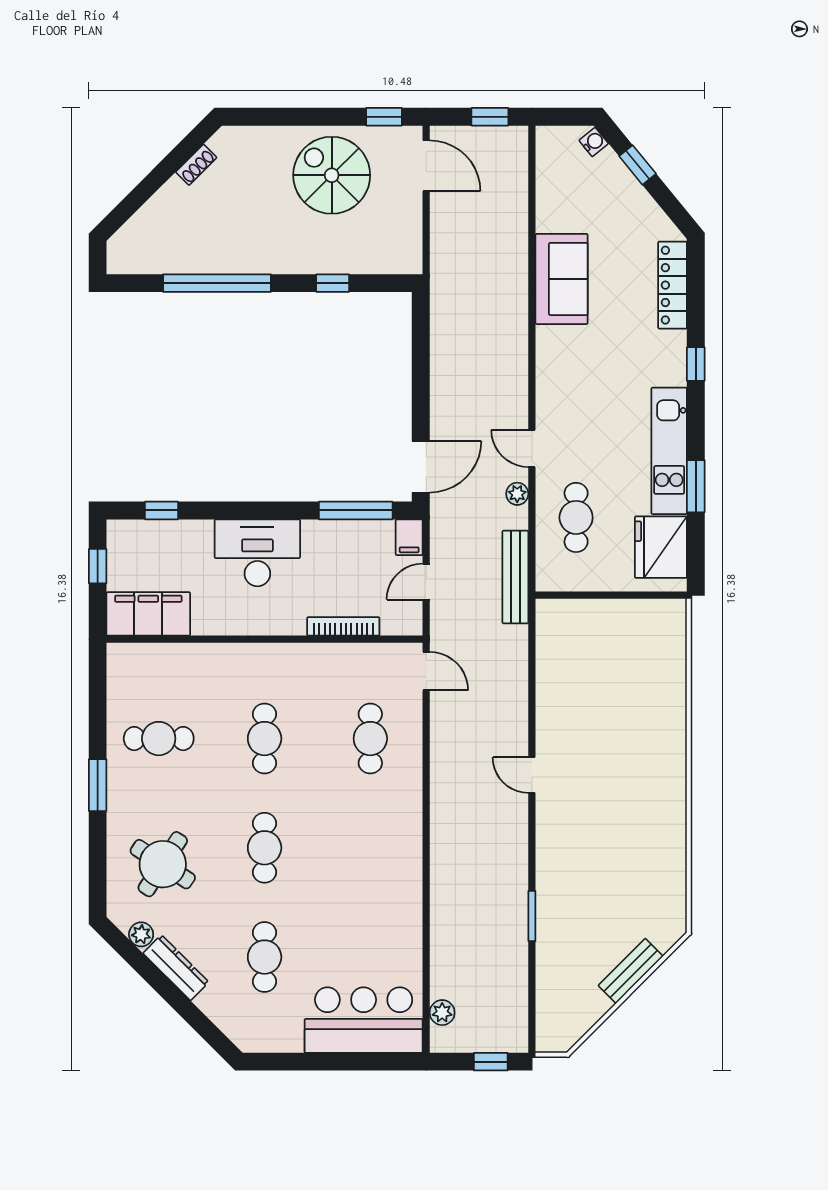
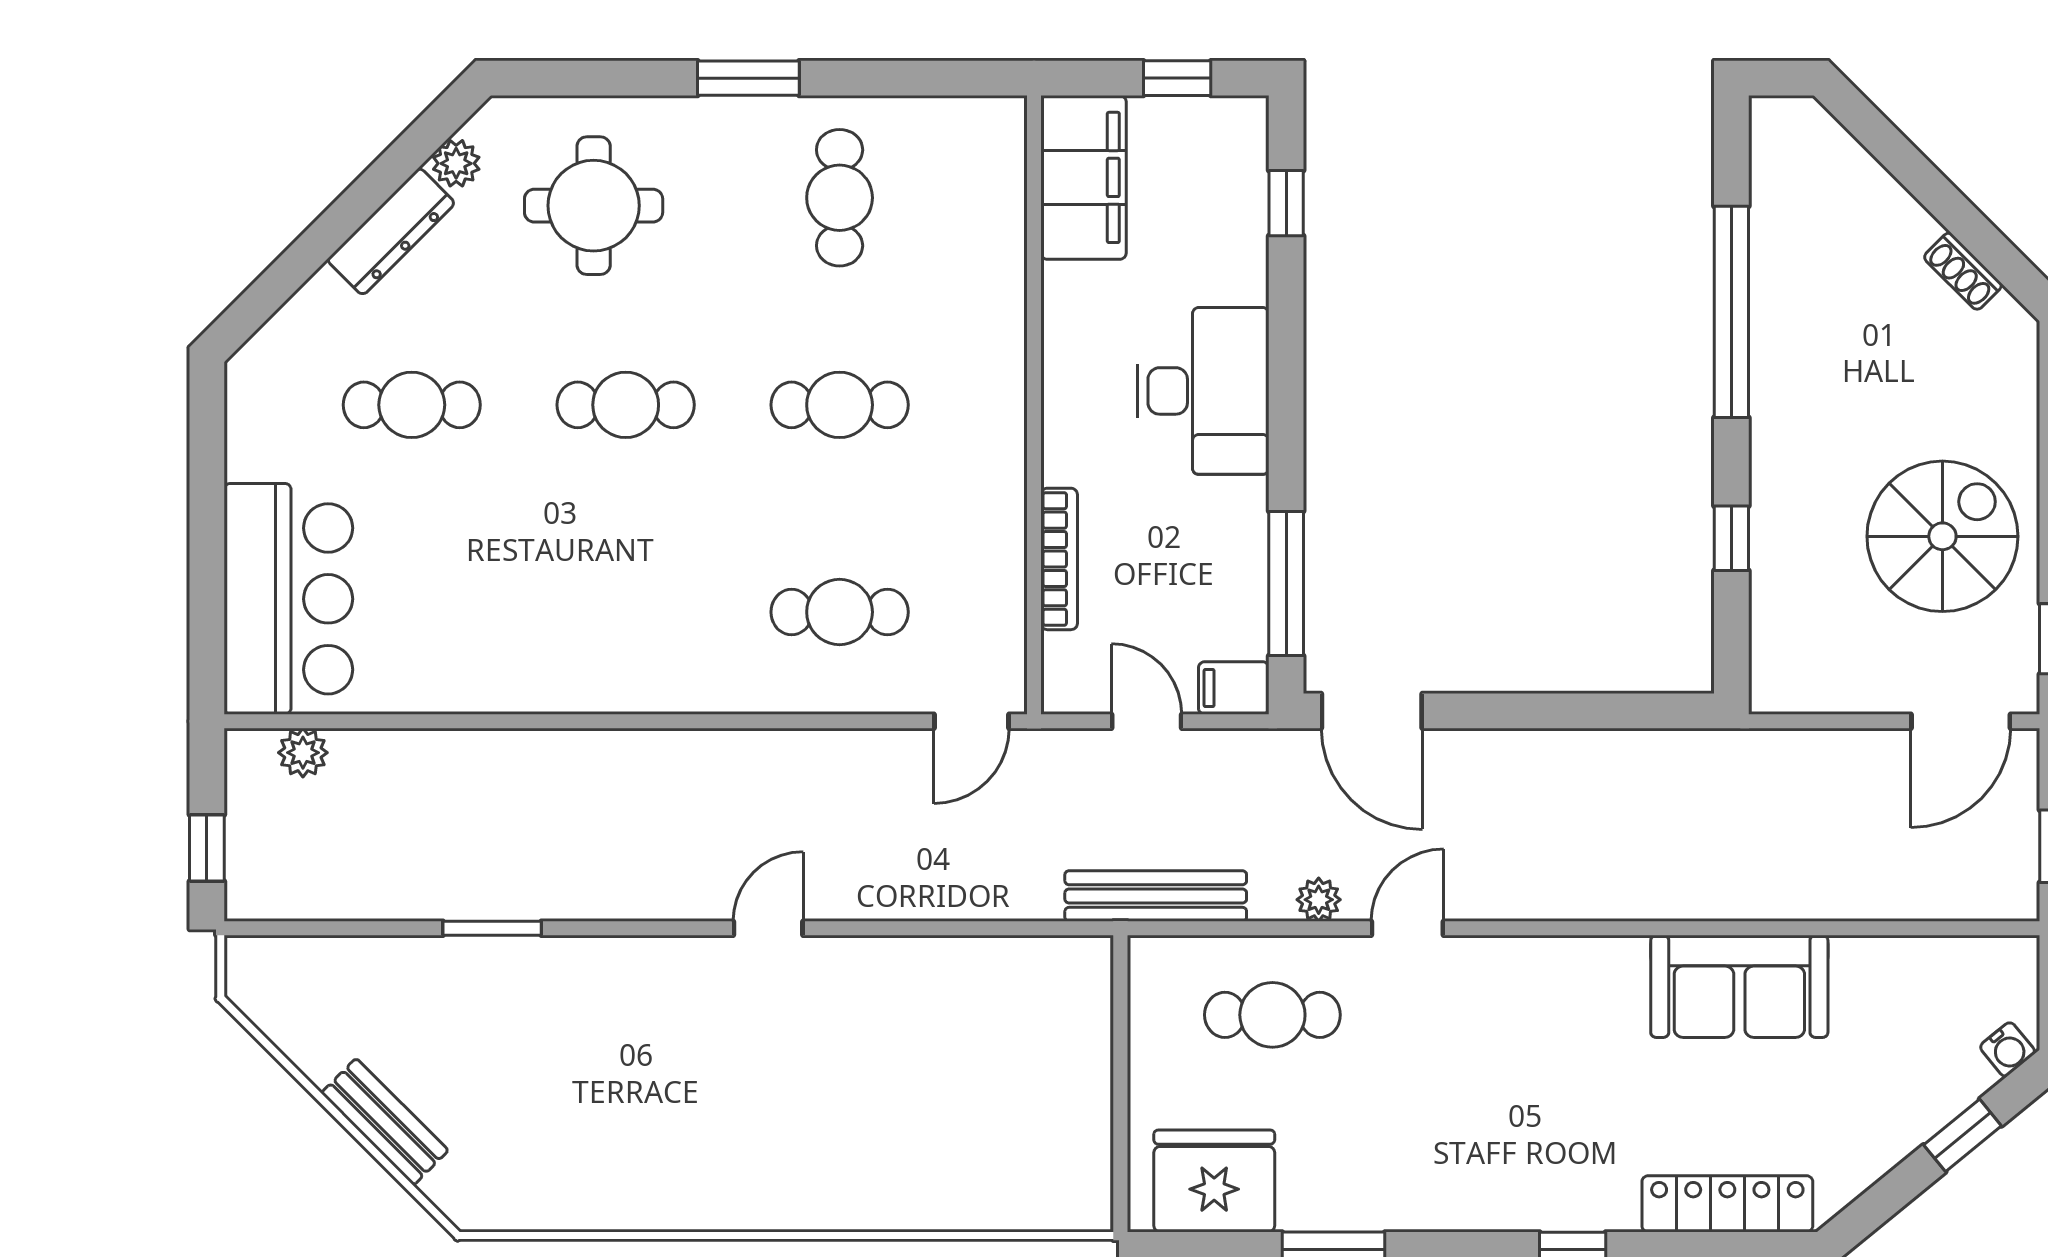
kitchen unit: (669, 451) -> (1403, 1197), removed
round table: (163, 864) -> (594, 206), turned -33

